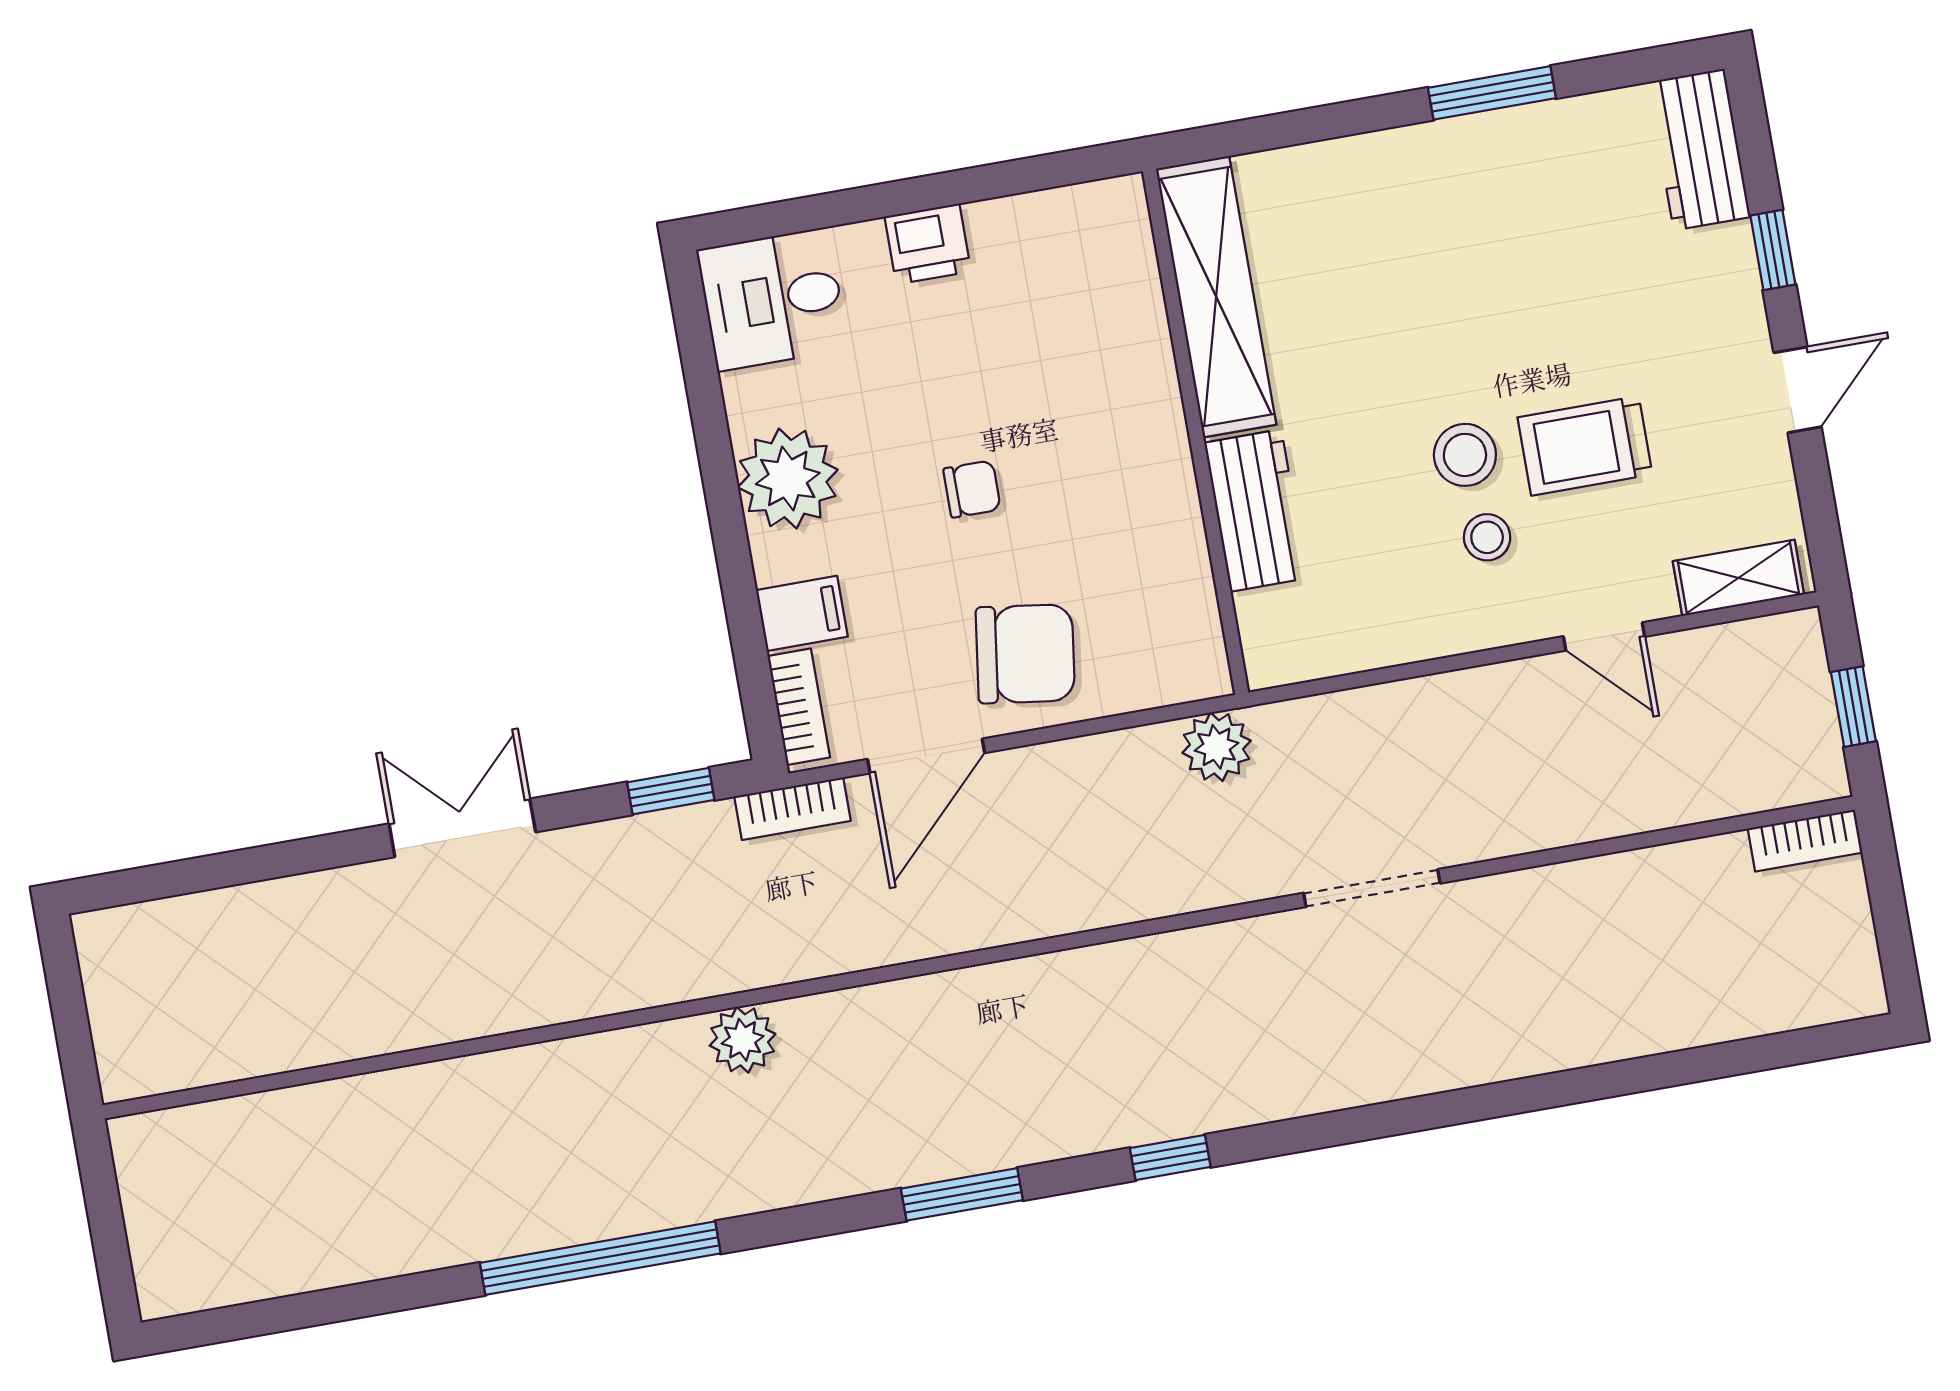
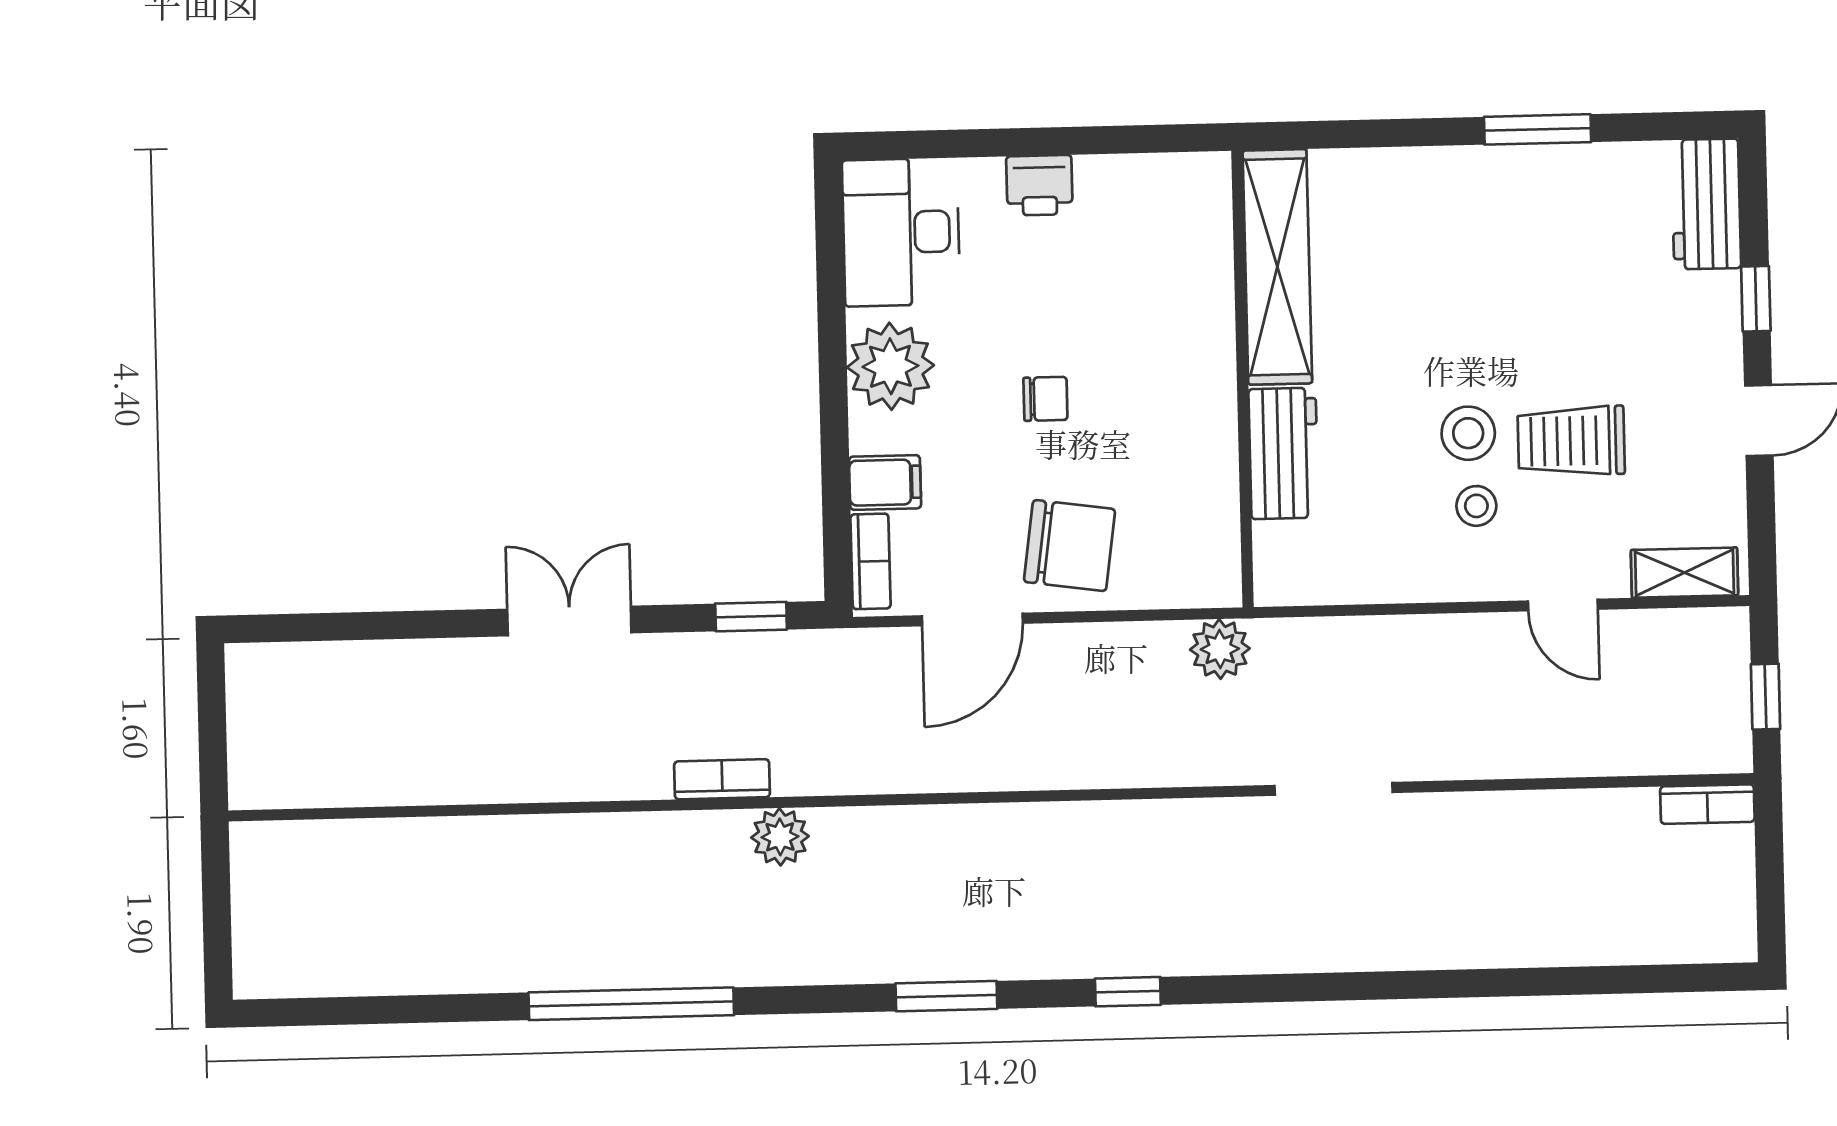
desk: (773, 299) -> (901, 232), width x1.37
bookcase: (793, 809) -> (722, 779), moved, turned 180

